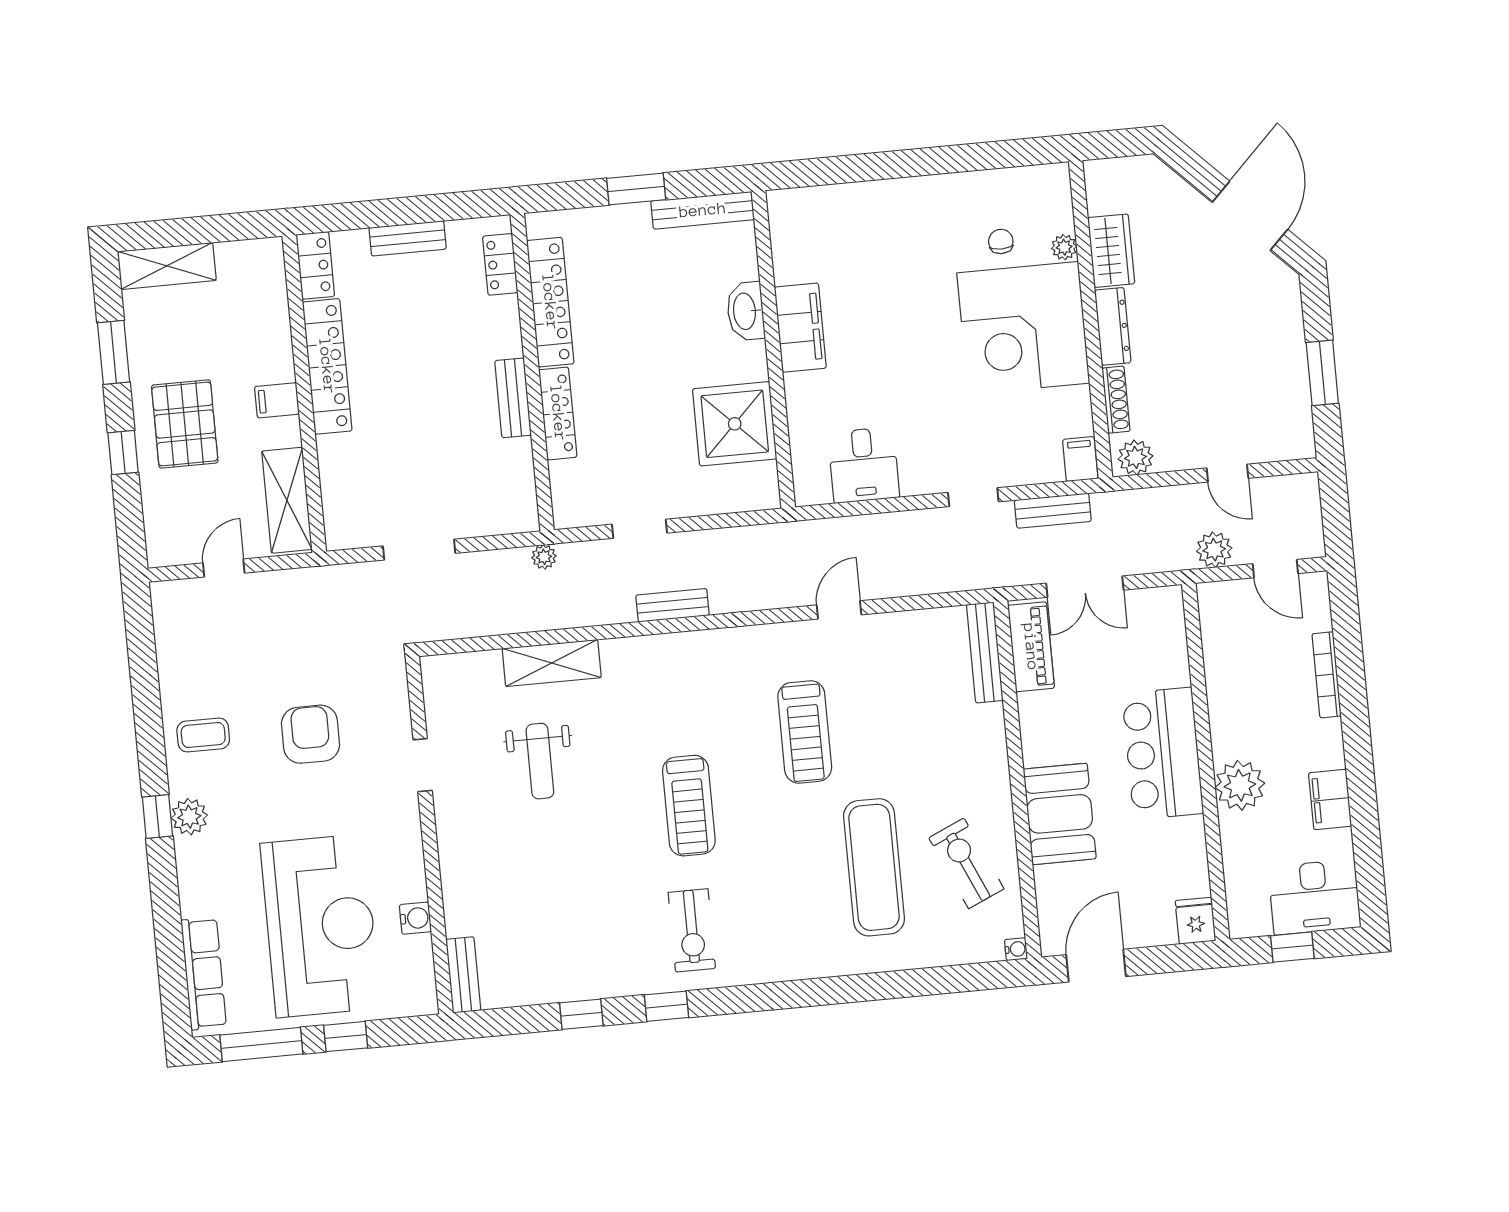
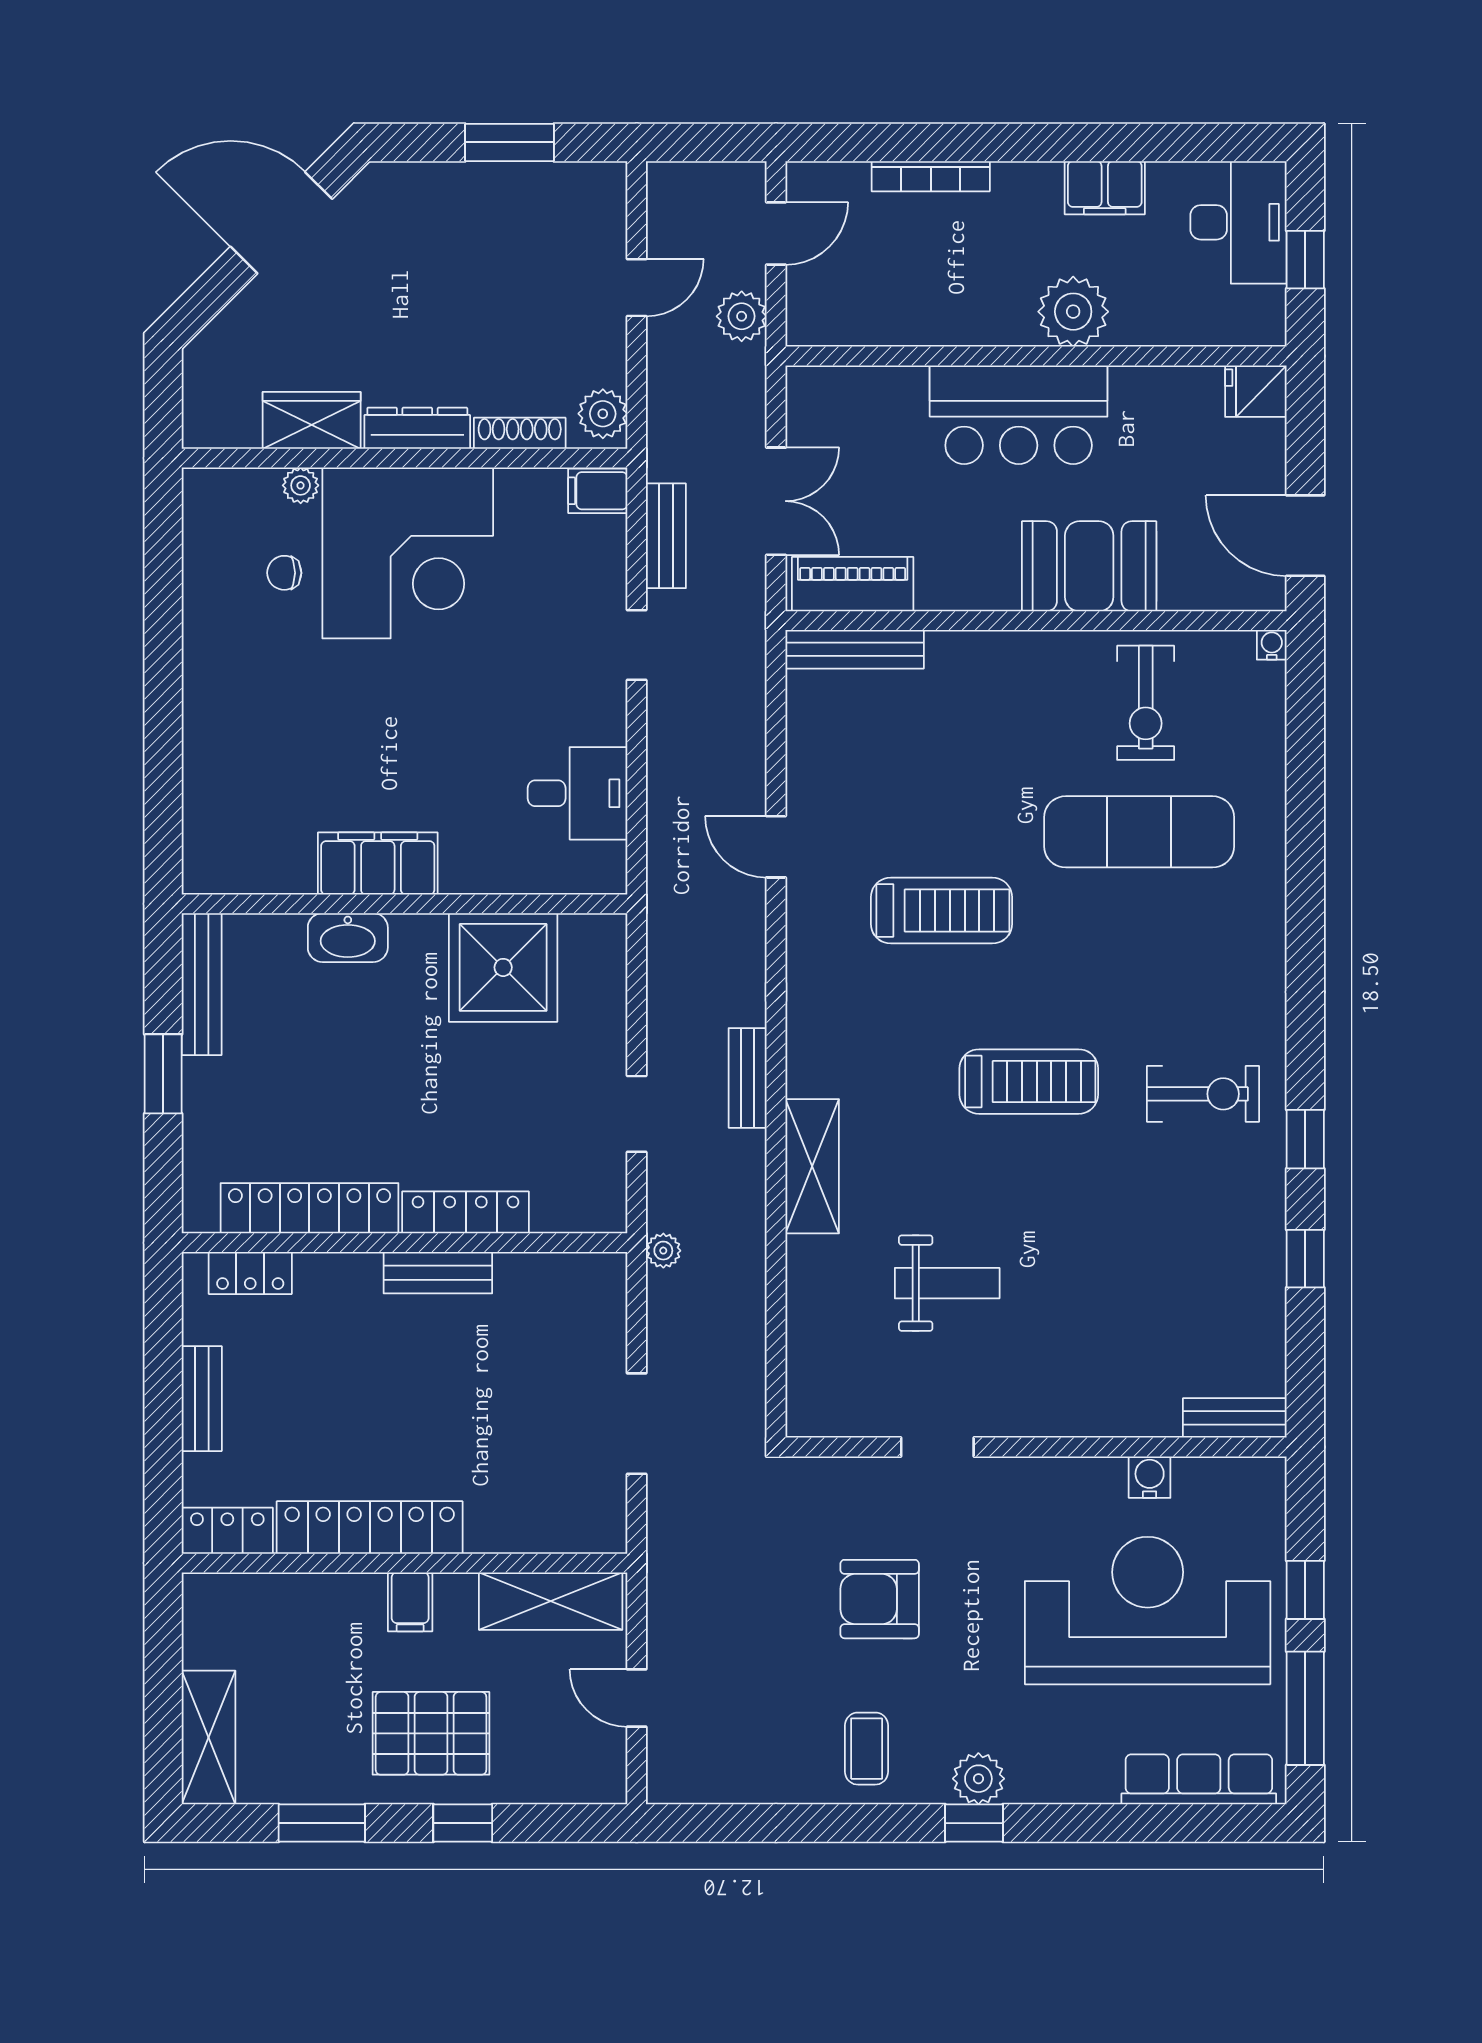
shelving: (552, 663) -> (812, 1166), moved
exercise bike: (966, 863) -> (1146, 703), turned -66

